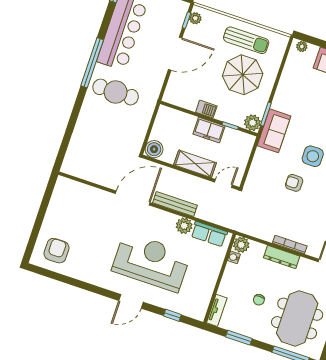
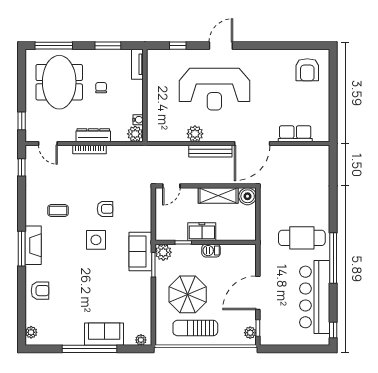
shelving: (195, 164) -> (218, 195), moved
row of seats: (209, 234) -> (295, 134), moved

